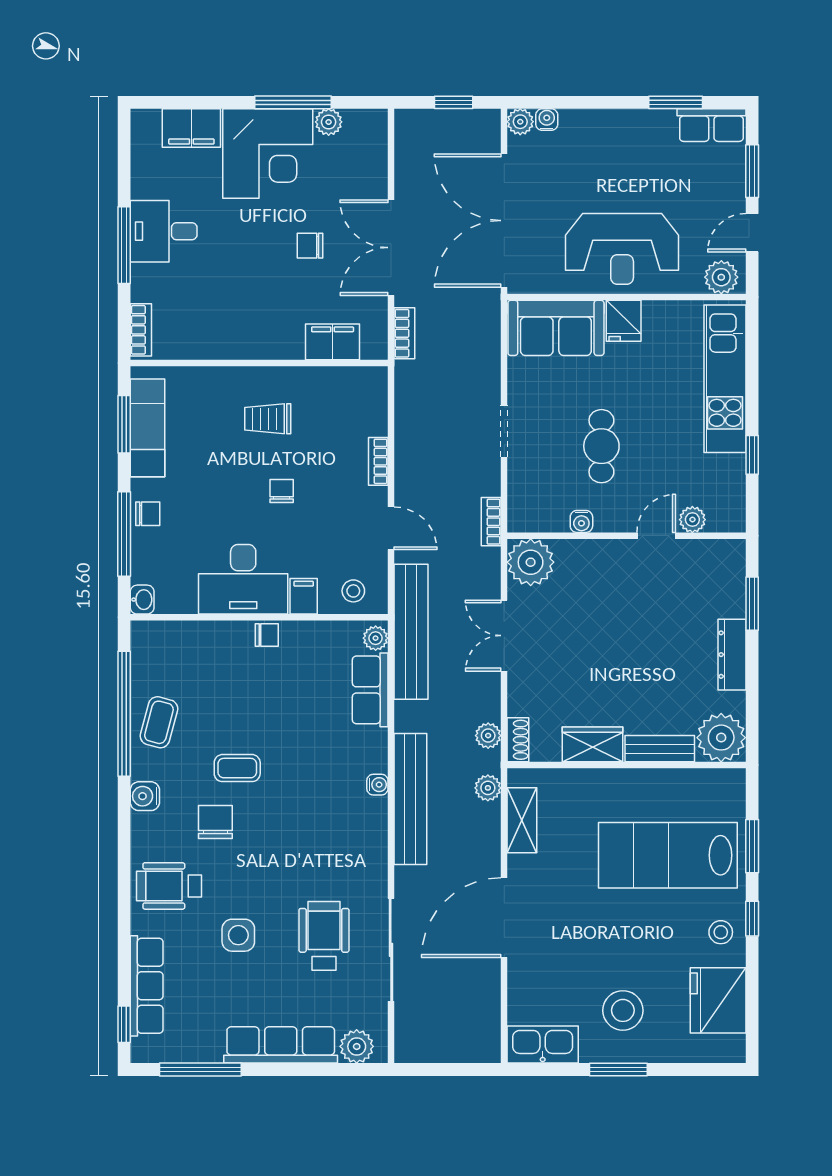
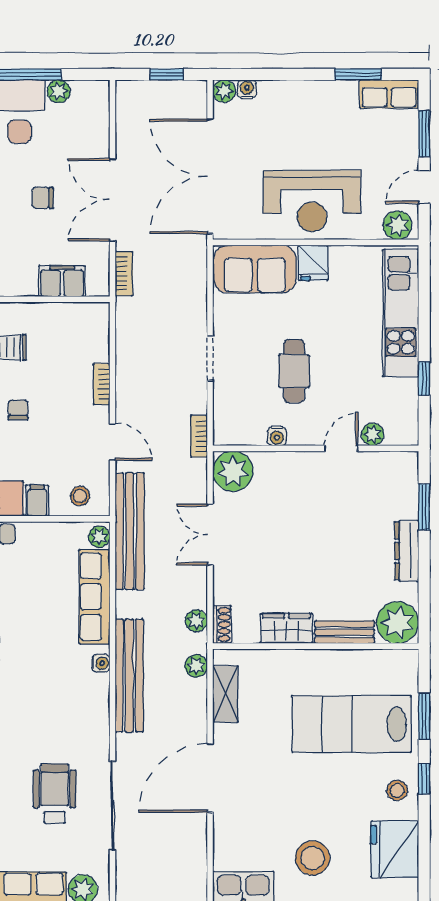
row of seats: (370, 690) -> (94, 597), width x1.48

